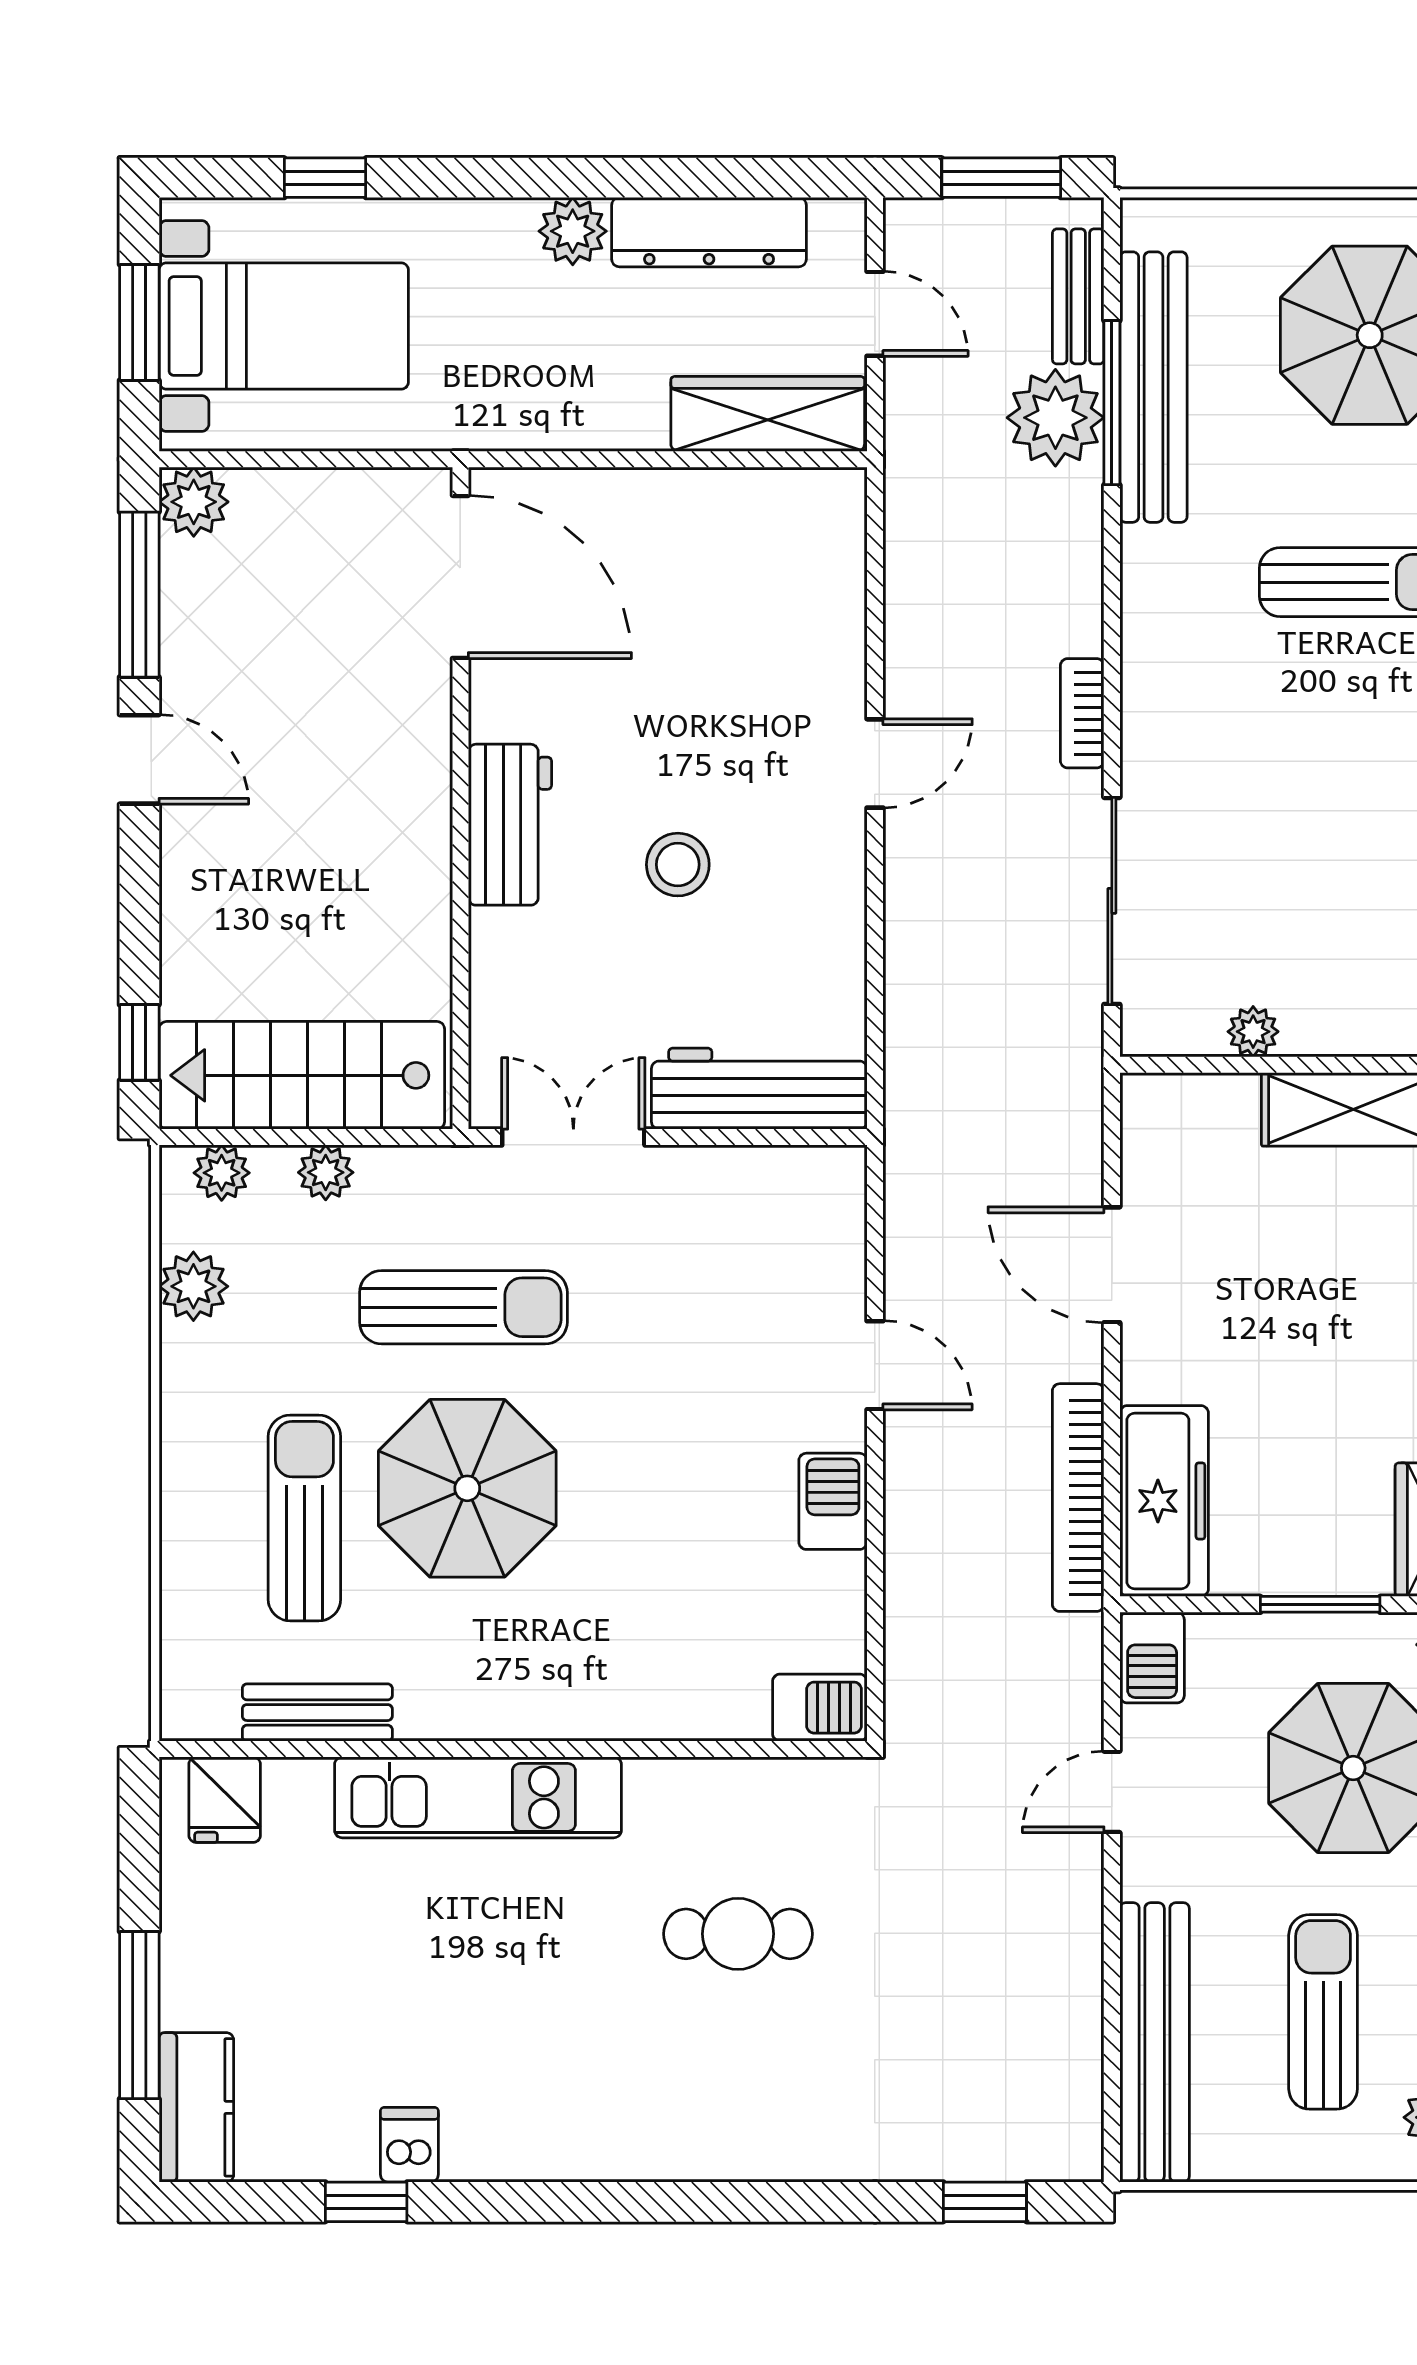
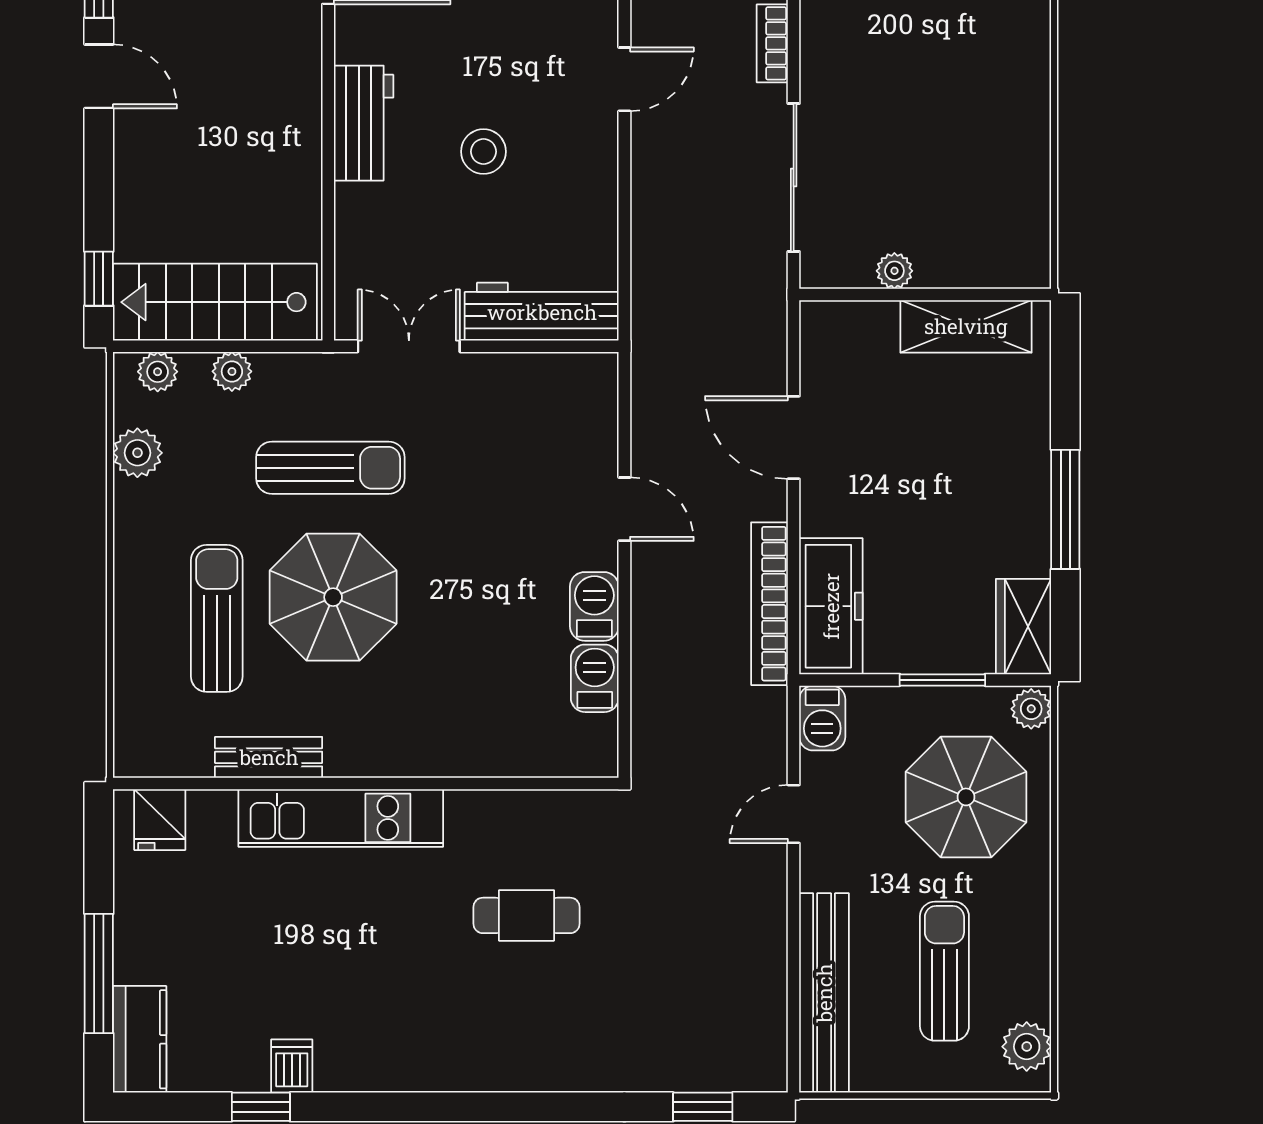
barbecue: (820, 1708) -> (595, 678), moved, turned -90
bench: (317, 1713) -> (269, 757), moved

